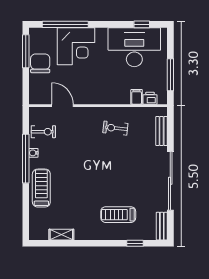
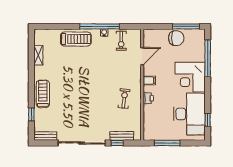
corner desk: (76, 46) -> (190, 77), moved
filing cabinet: (137, 97) -> (149, 80), moved
printer: (150, 98) -> (148, 98), moved
window: (170, 137) -> (117, 143), added
treadmill: (118, 215) -> (43, 94), moved

